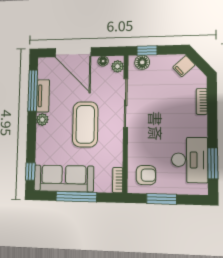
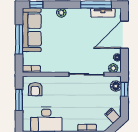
tv unit: (43, 96) -> (103, 13), moved
plant: (42, 120) -> (61, 13), moved
coffee table: (85, 124) -> (71, 45), removed

